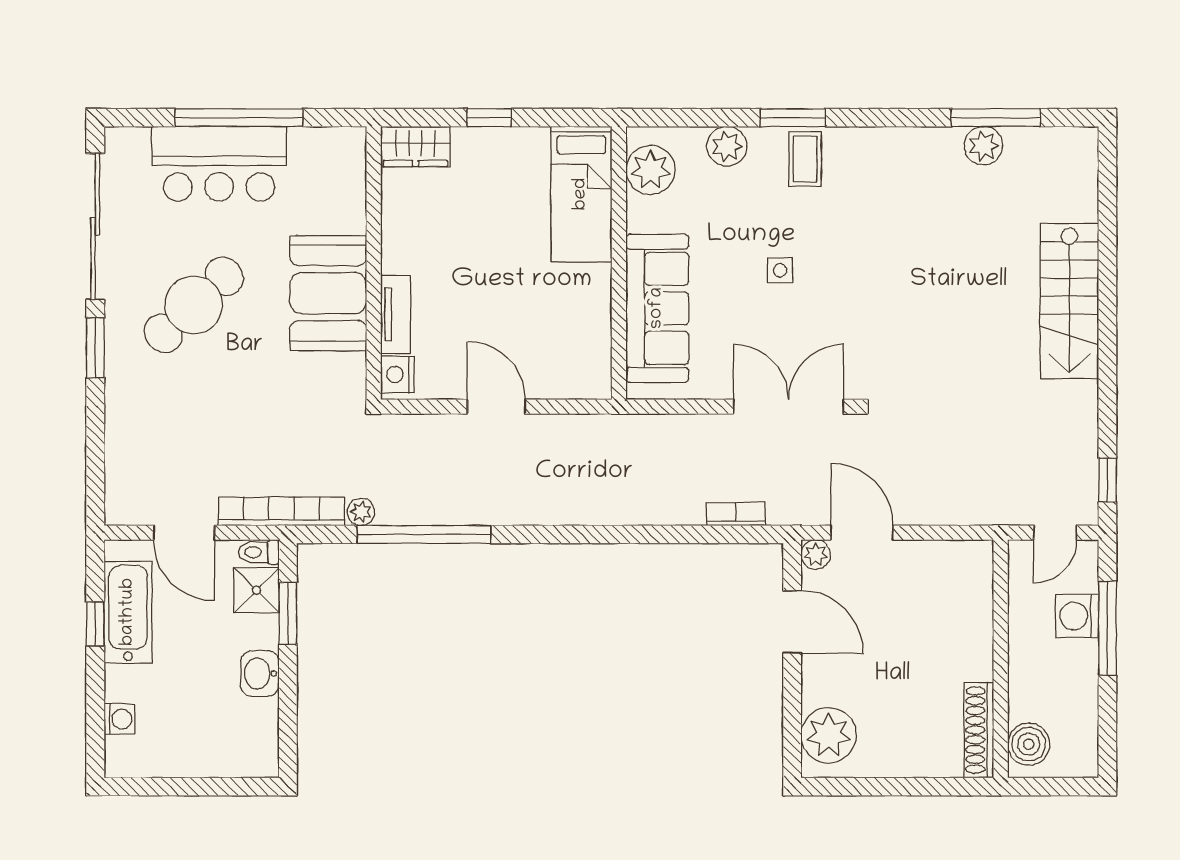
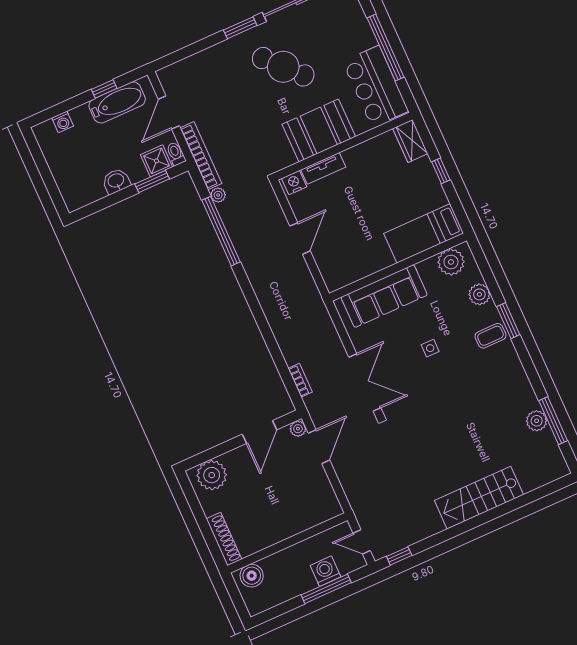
bar counter: (219, 164) -> (376, 86), moved
shoe rack: (979, 730) -> (224, 539), moved, turned 90

